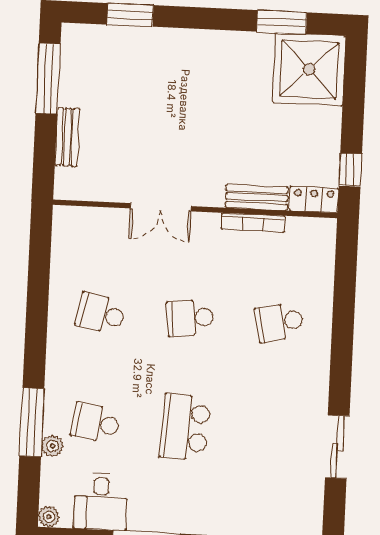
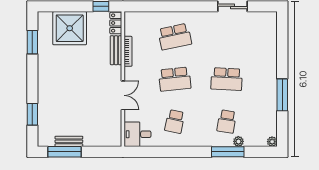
shower: (309, 69) -> (70, 28), moved
bench: (67, 137) -> (69, 141), moved
school desk: (190, 318) -> (175, 79), width x1.85
school desk: (279, 322) -> (175, 37), width x1.85
desk: (101, 502) -> (138, 134), moved, turned 180

